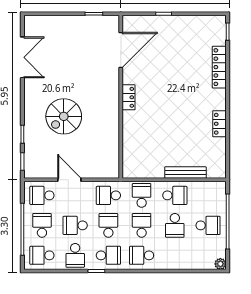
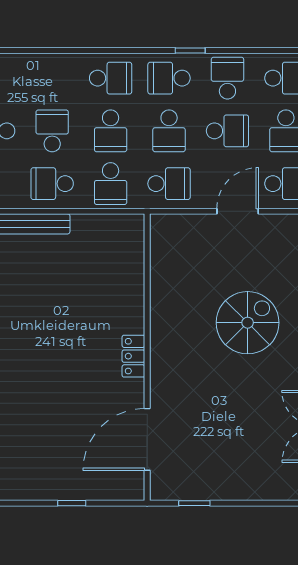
door: (69, 180) -> (238, 211), swing flipped

